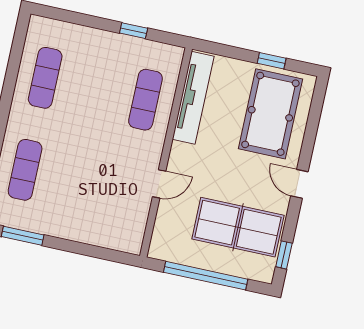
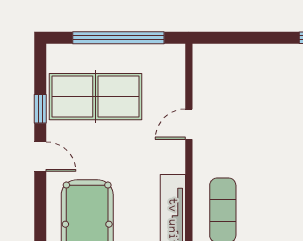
window: (284, 255) -> (40, 109), moved

